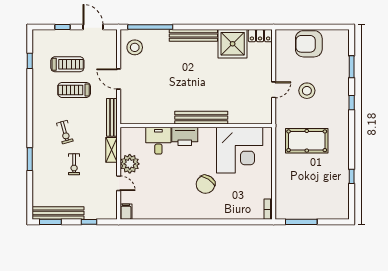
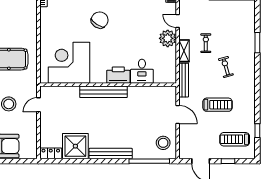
treadmill: (67, 64) -> (235, 139), moved
bench: (201, 118) -> (103, 92), moved
wall: (196, 126) -> (108, 85), moved
printer: (185, 136) -> (118, 75), moved
desk: (158, 141) -> (142, 71), moved
corner desk: (240, 150) -> (69, 63), moved
exercise bike: (74, 164) -> (206, 43), moved

